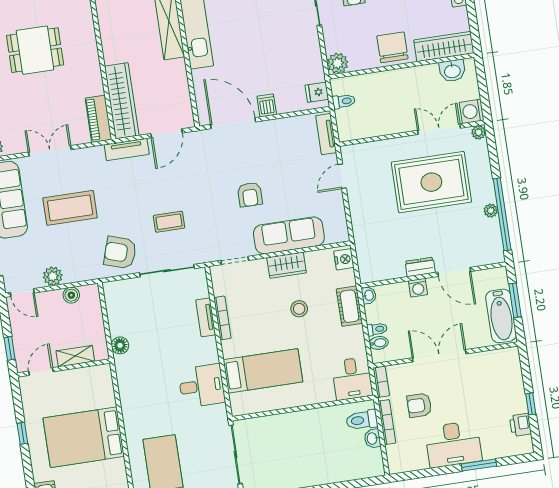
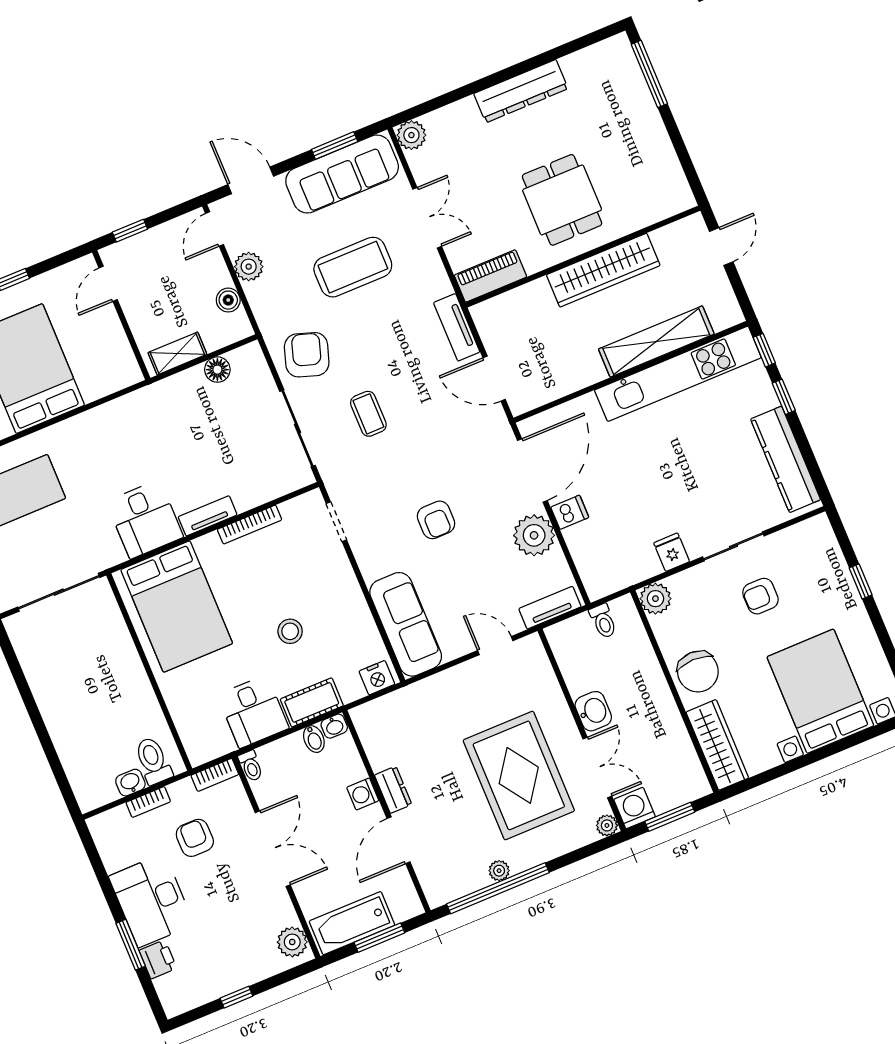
chair: (392, 47) -> (698, 672), turned 90
dining table: (35, 50) -> (562, 200), moved
washbasin: (452, 71) -> (593, 711), moved, turned 180
window: (483, 90) -> (670, 817), added
fridge: (317, 92) -> (672, 552), moved
wardrobe: (122, 101) -> (603, 270), moved
plant: (276, 133) -> (534, 535), added
armchair: (250, 195) -> (436, 520), turned -90
coffee table: (70, 208) -> (353, 267), turned 90
sofa: (289, 235) -> (406, 624), moved
wardrobe: (287, 265) -> (348, 598), removed
tv unit: (206, 317) -> (208, 516), moved
toilet: (377, 329) -> (251, 766), moved
bidet: (379, 343) -> (314, 739), moved
floor lamp: (120, 345) -> (217, 370), moved
shelving: (75, 356) -> (177, 353), moved, turned 90
plant: (504, 358) -> (292, 942), added
door: (41, 371) -> (108, 284), swing flipped
bed: (263, 371) -> (177, 606), width x1.50
desk: (352, 379) -> (253, 712), moved, turned -90
bookcase: (387, 422) -> (148, 802), width x0.64
printer: (520, 425) -> (158, 959), moved, turned 90

